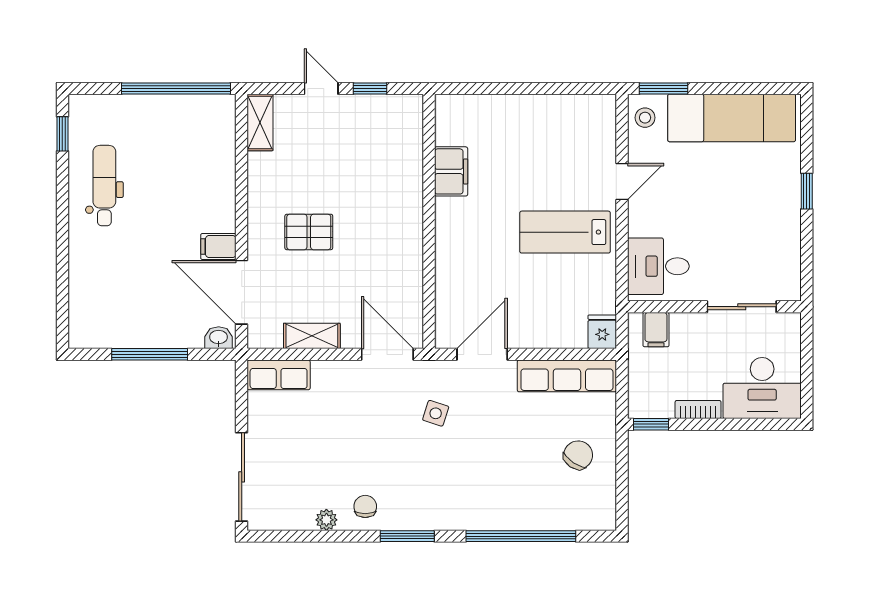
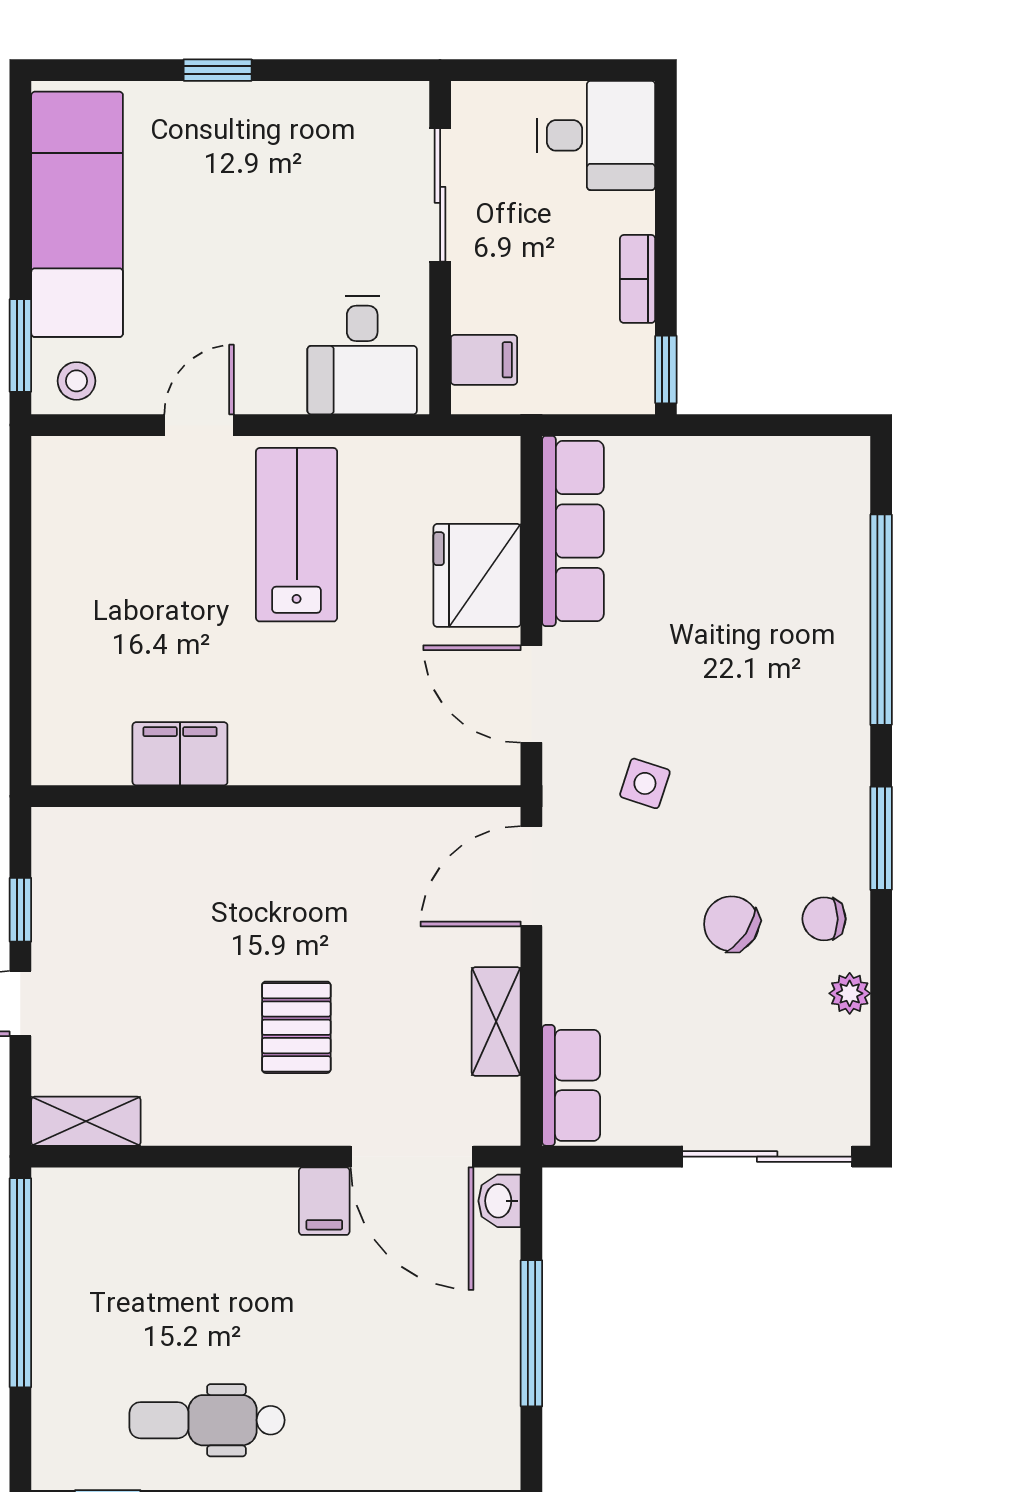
door: (622, 181) -> (199, 425), hinge flipped
lab bench: (565, 232) -> (297, 535), turned 180
door: (242, 292) -> (412, 1157), hinge flipped
fridge: (602, 332) -> (477, 575), moved, width x1.88, depth x1.34
desk: (762, 388) -> (596, 135), width x0.73
chair: (578, 455) -> (731, 924), moved

